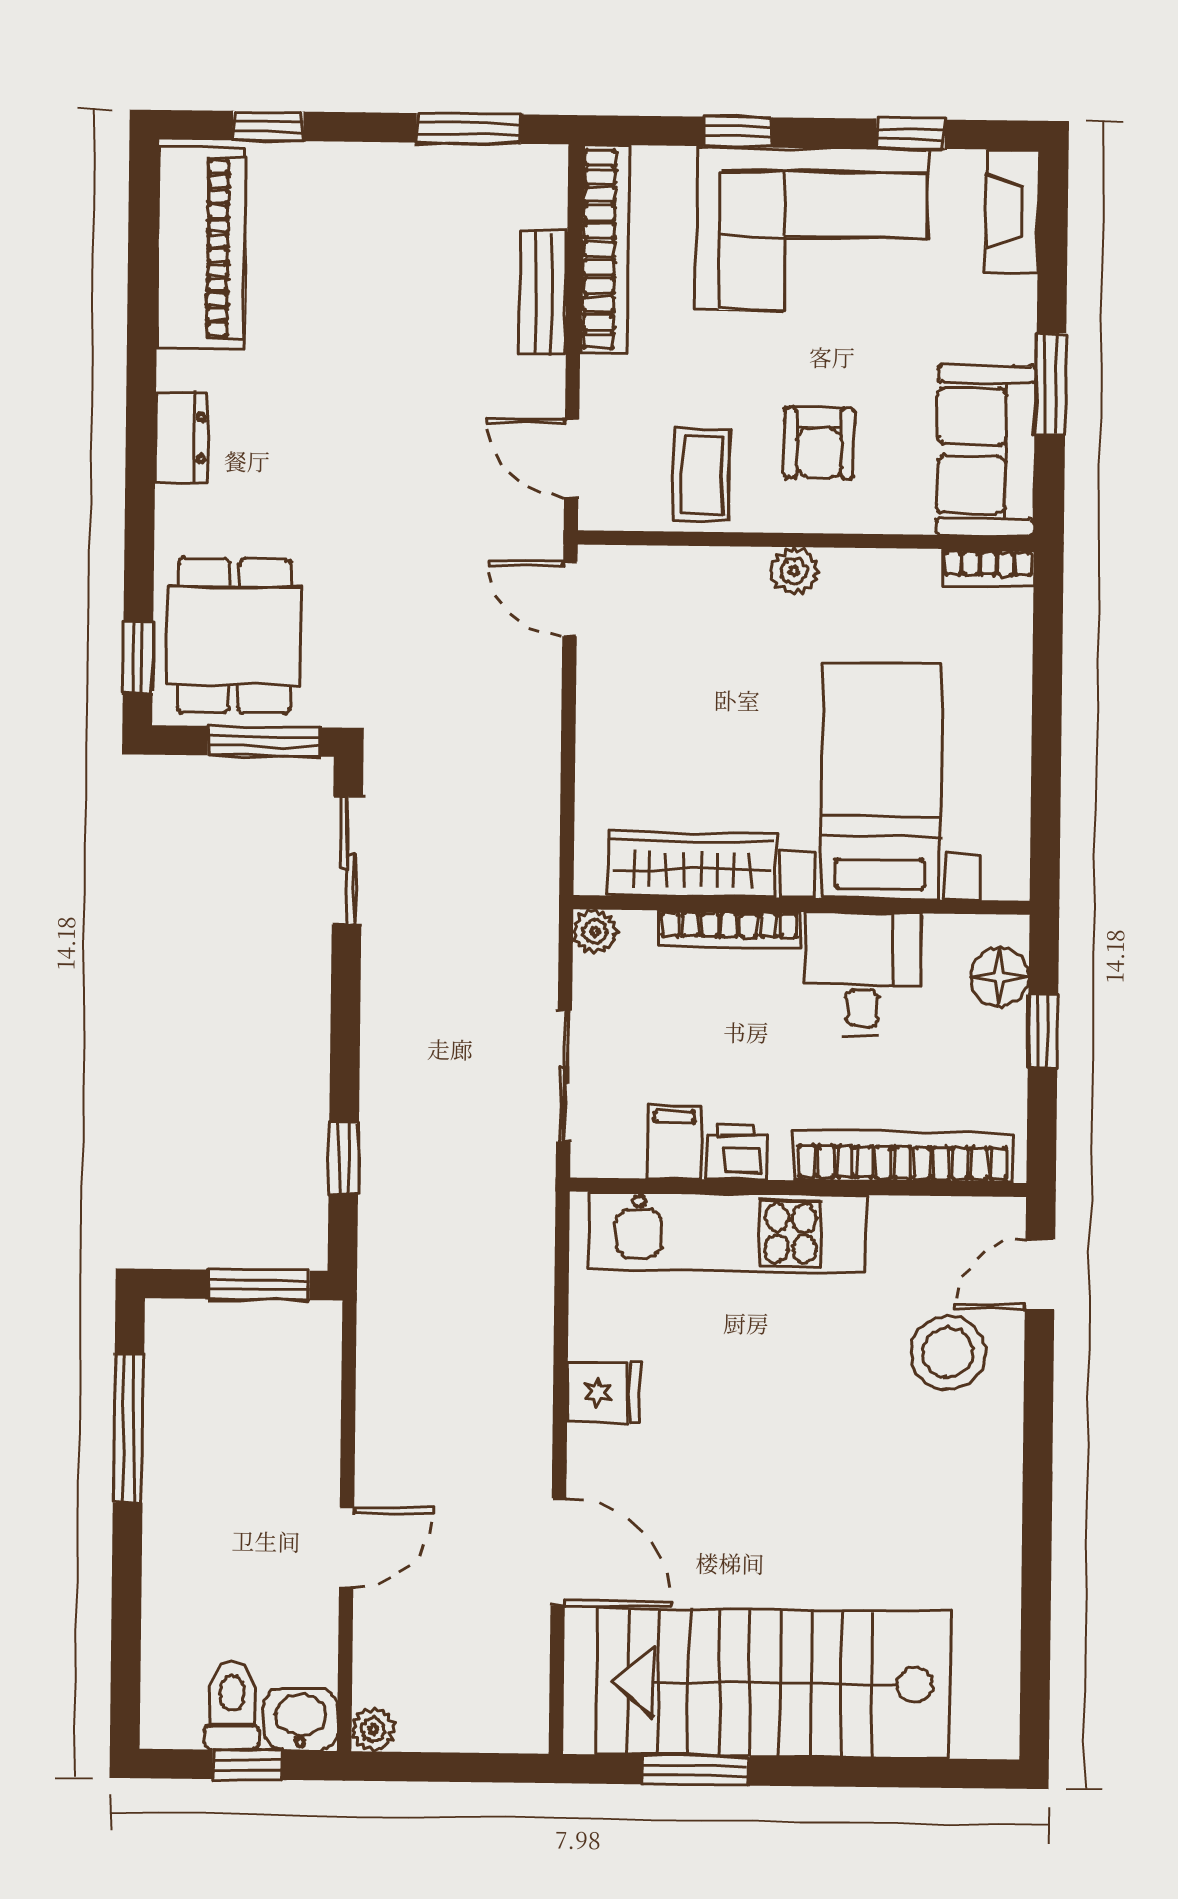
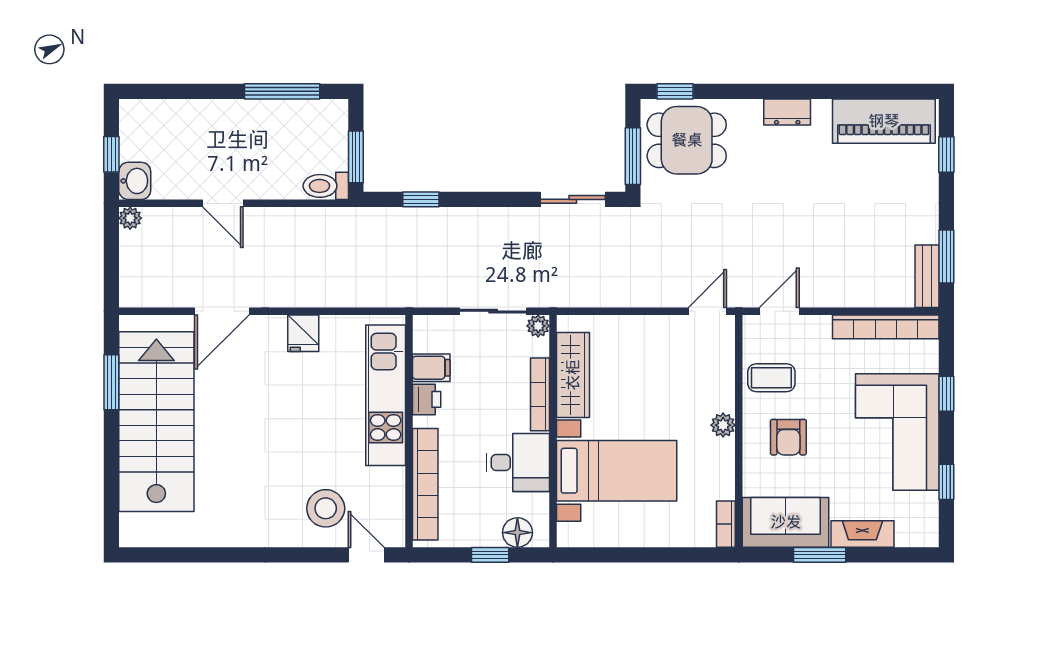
fireplace: (1012, 211) -> (862, 534), moved
bench: (543, 293) -> (927, 276), moved, turned 90
armchair: (819, 443) -> (788, 437), turned -90
sliding door: (564, 1076) -> (493, 311), moved
toilet: (232, 1705) -> (326, 186), moved, turned 180

